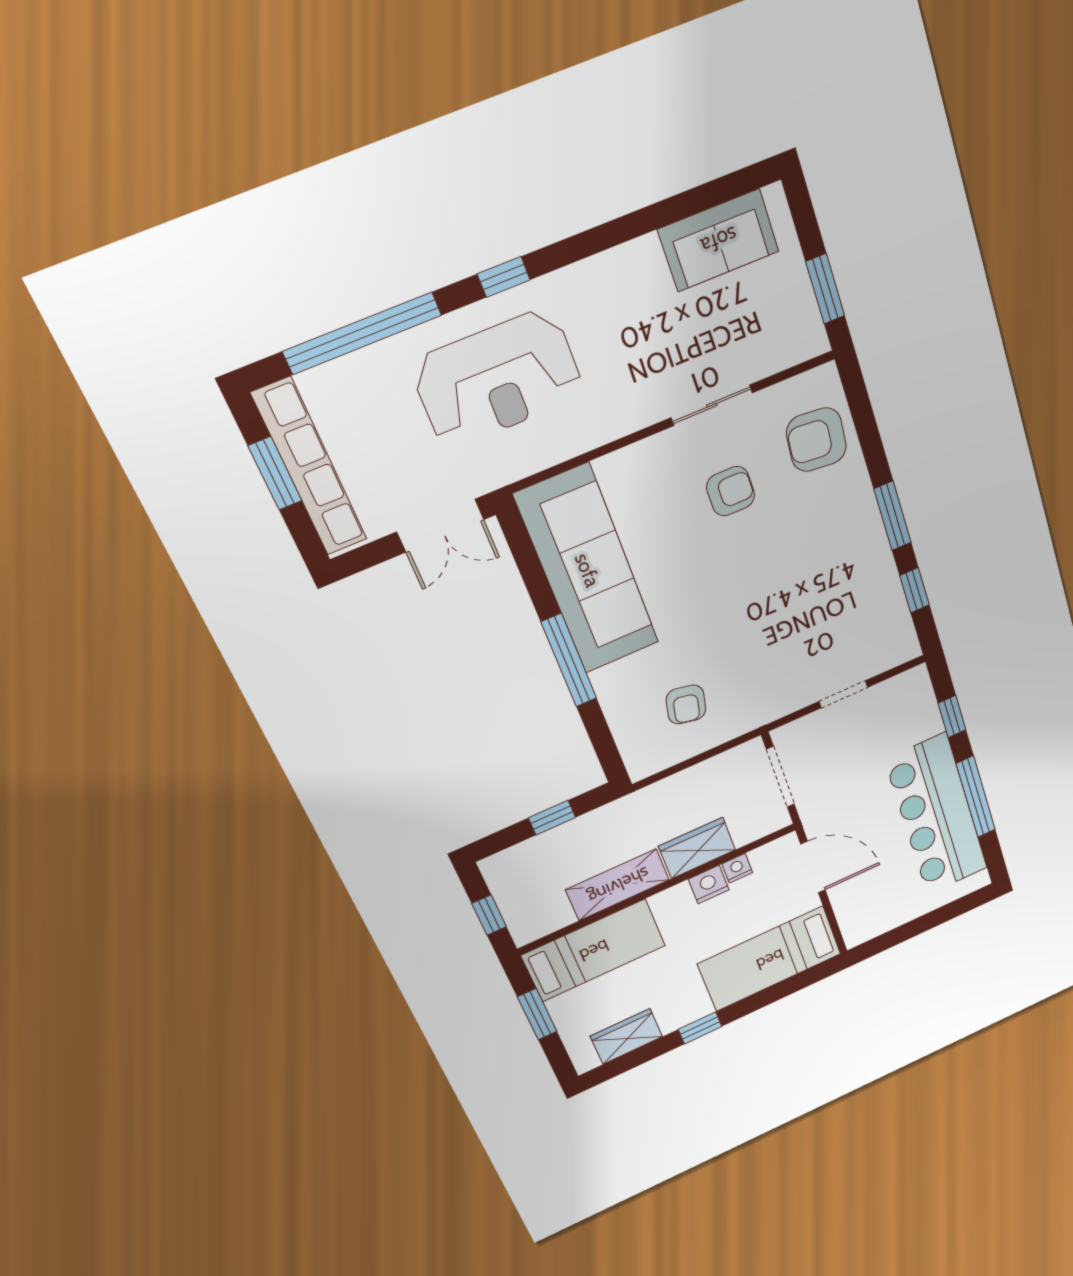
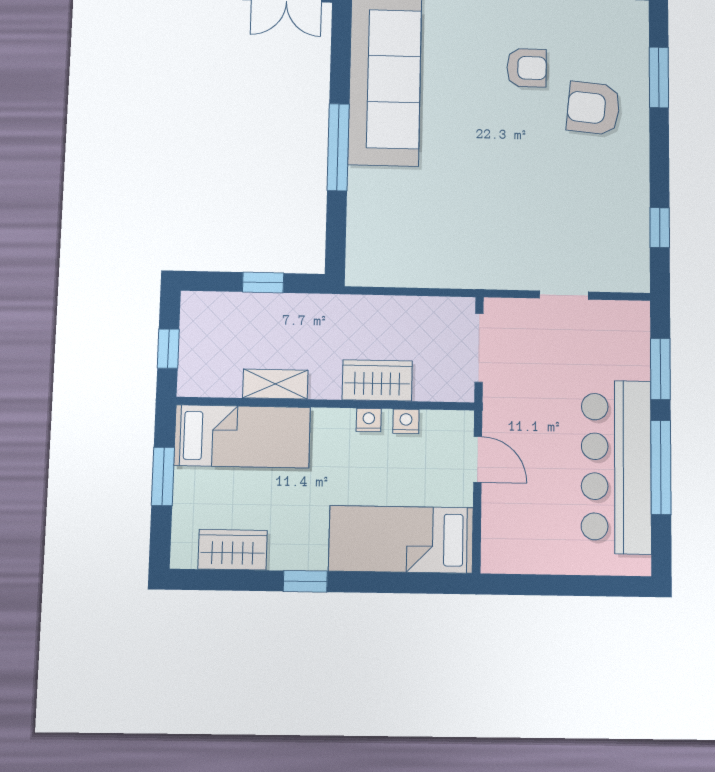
armchair: (816, 440) -> (594, 108), moved
window: (892, 516) -> (659, 77), moved
armchair: (686, 704) -> (420, 235), removed
window: (952, 717) -> (660, 369), width x1.50
door: (813, 867) -> (478, 459), width x0.73
nightstand: (709, 884) -> (369, 420), width x0.72, depth x0.74
shelving: (618, 885) -> (275, 384), width x0.67, depth x0.75

